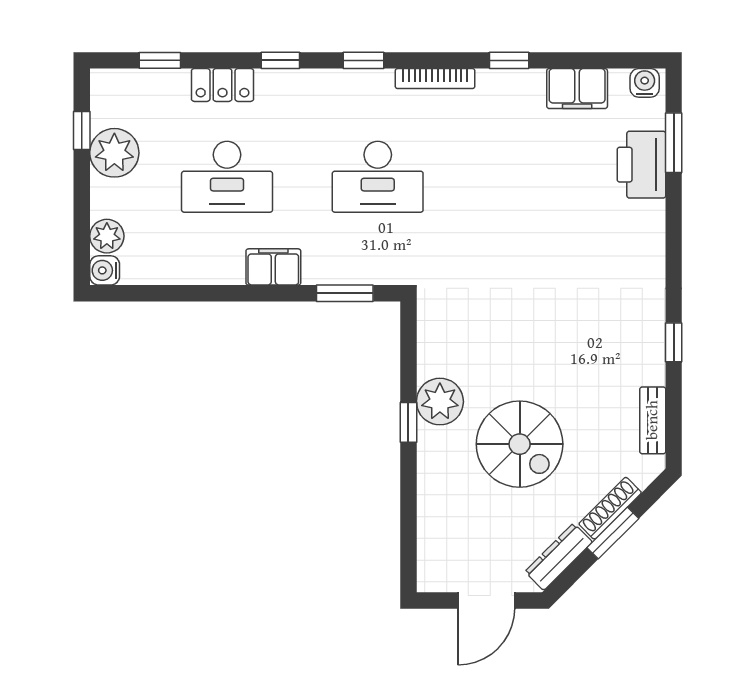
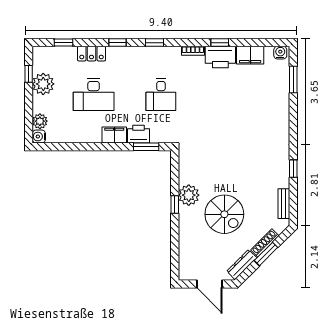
bookcase: (435, 79) -> (193, 51), width x0.64
printer: (641, 165) -> (220, 57), moved, turned -90
desk: (378, 177) -> (161, 95), width x0.73
printer: (328, 265) -> (139, 134), added
door: (486, 600) -> (209, 284), hinge flipped

